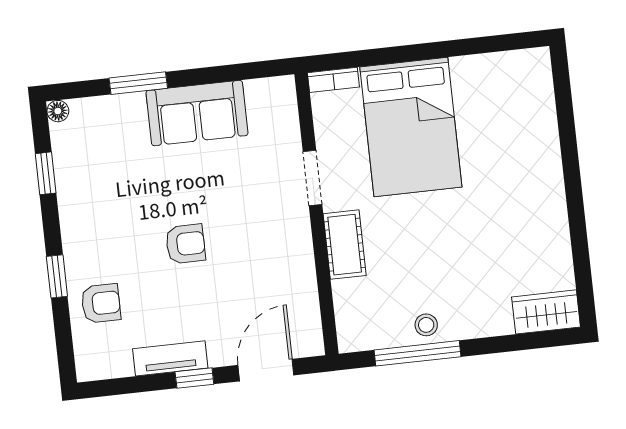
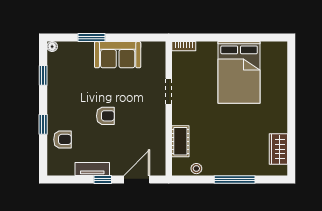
bed: (411, 127) -> (239, 72), moved
cot: (345, 245) -> (180, 141), moved
wardrobe: (546, 312) -> (278, 149), moved, turned -90
stool: (426, 325) -> (196, 169), moved
window: (418, 353) -> (235, 180), moved

